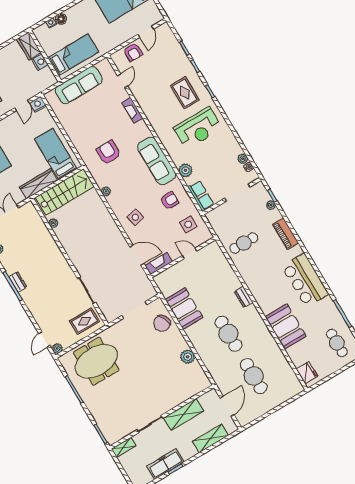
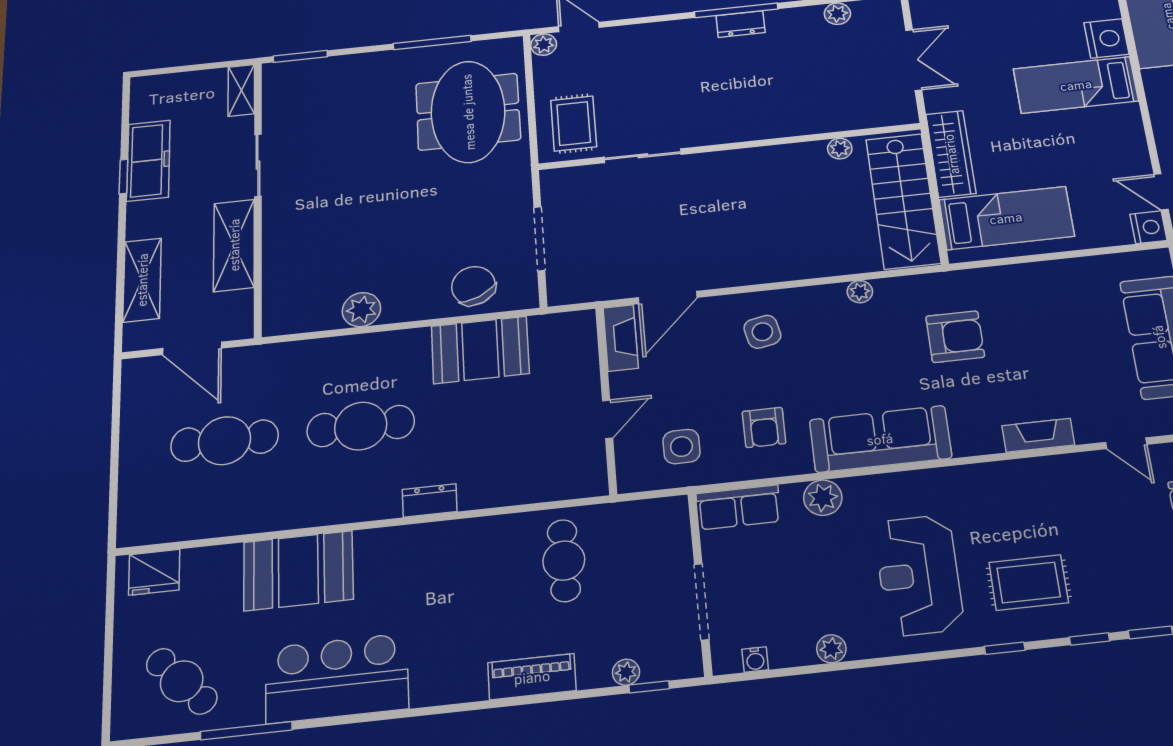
plant: (243, 159) -> (831, 649), moved
bar counter: (305, 280) -> (337, 678), moved
cafe table: (337, 343) -> (182, 681), turned 46

